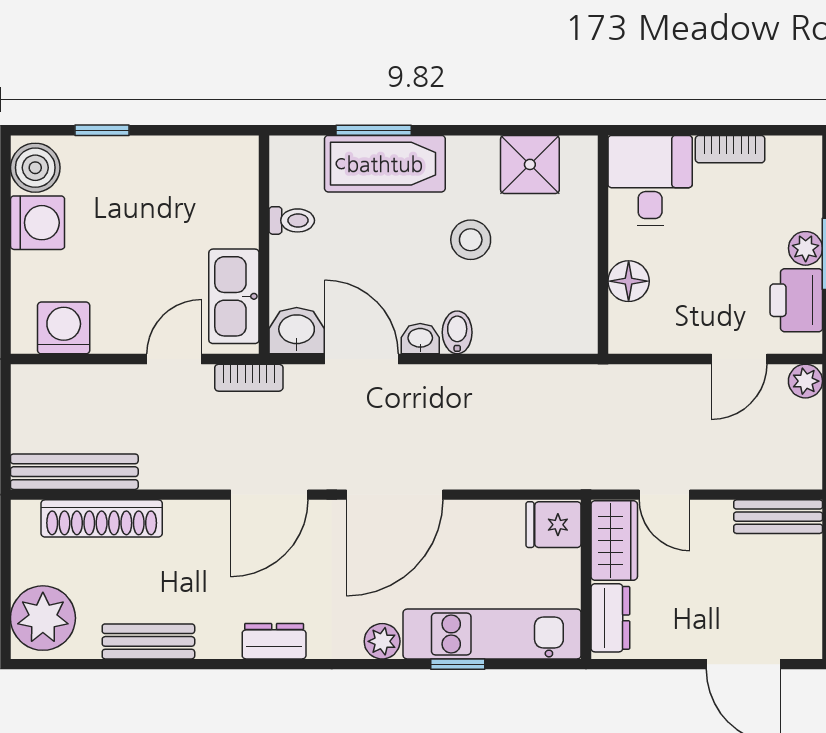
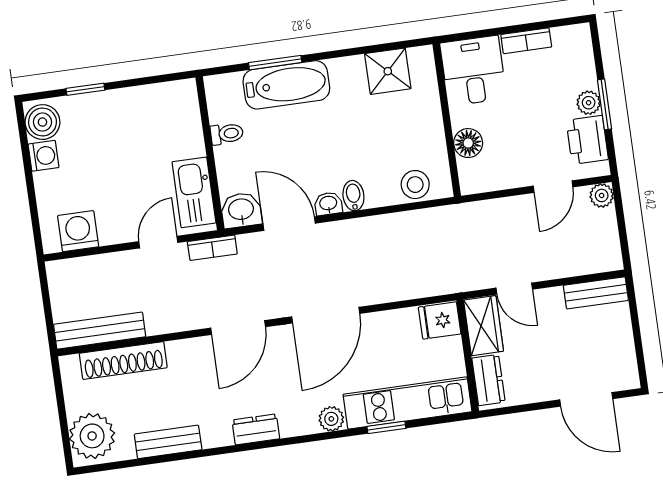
washing machine: (38, 223) -> (44, 156), width x0.73, depth x0.73
stool: (471, 240) -> (415, 185), moved

